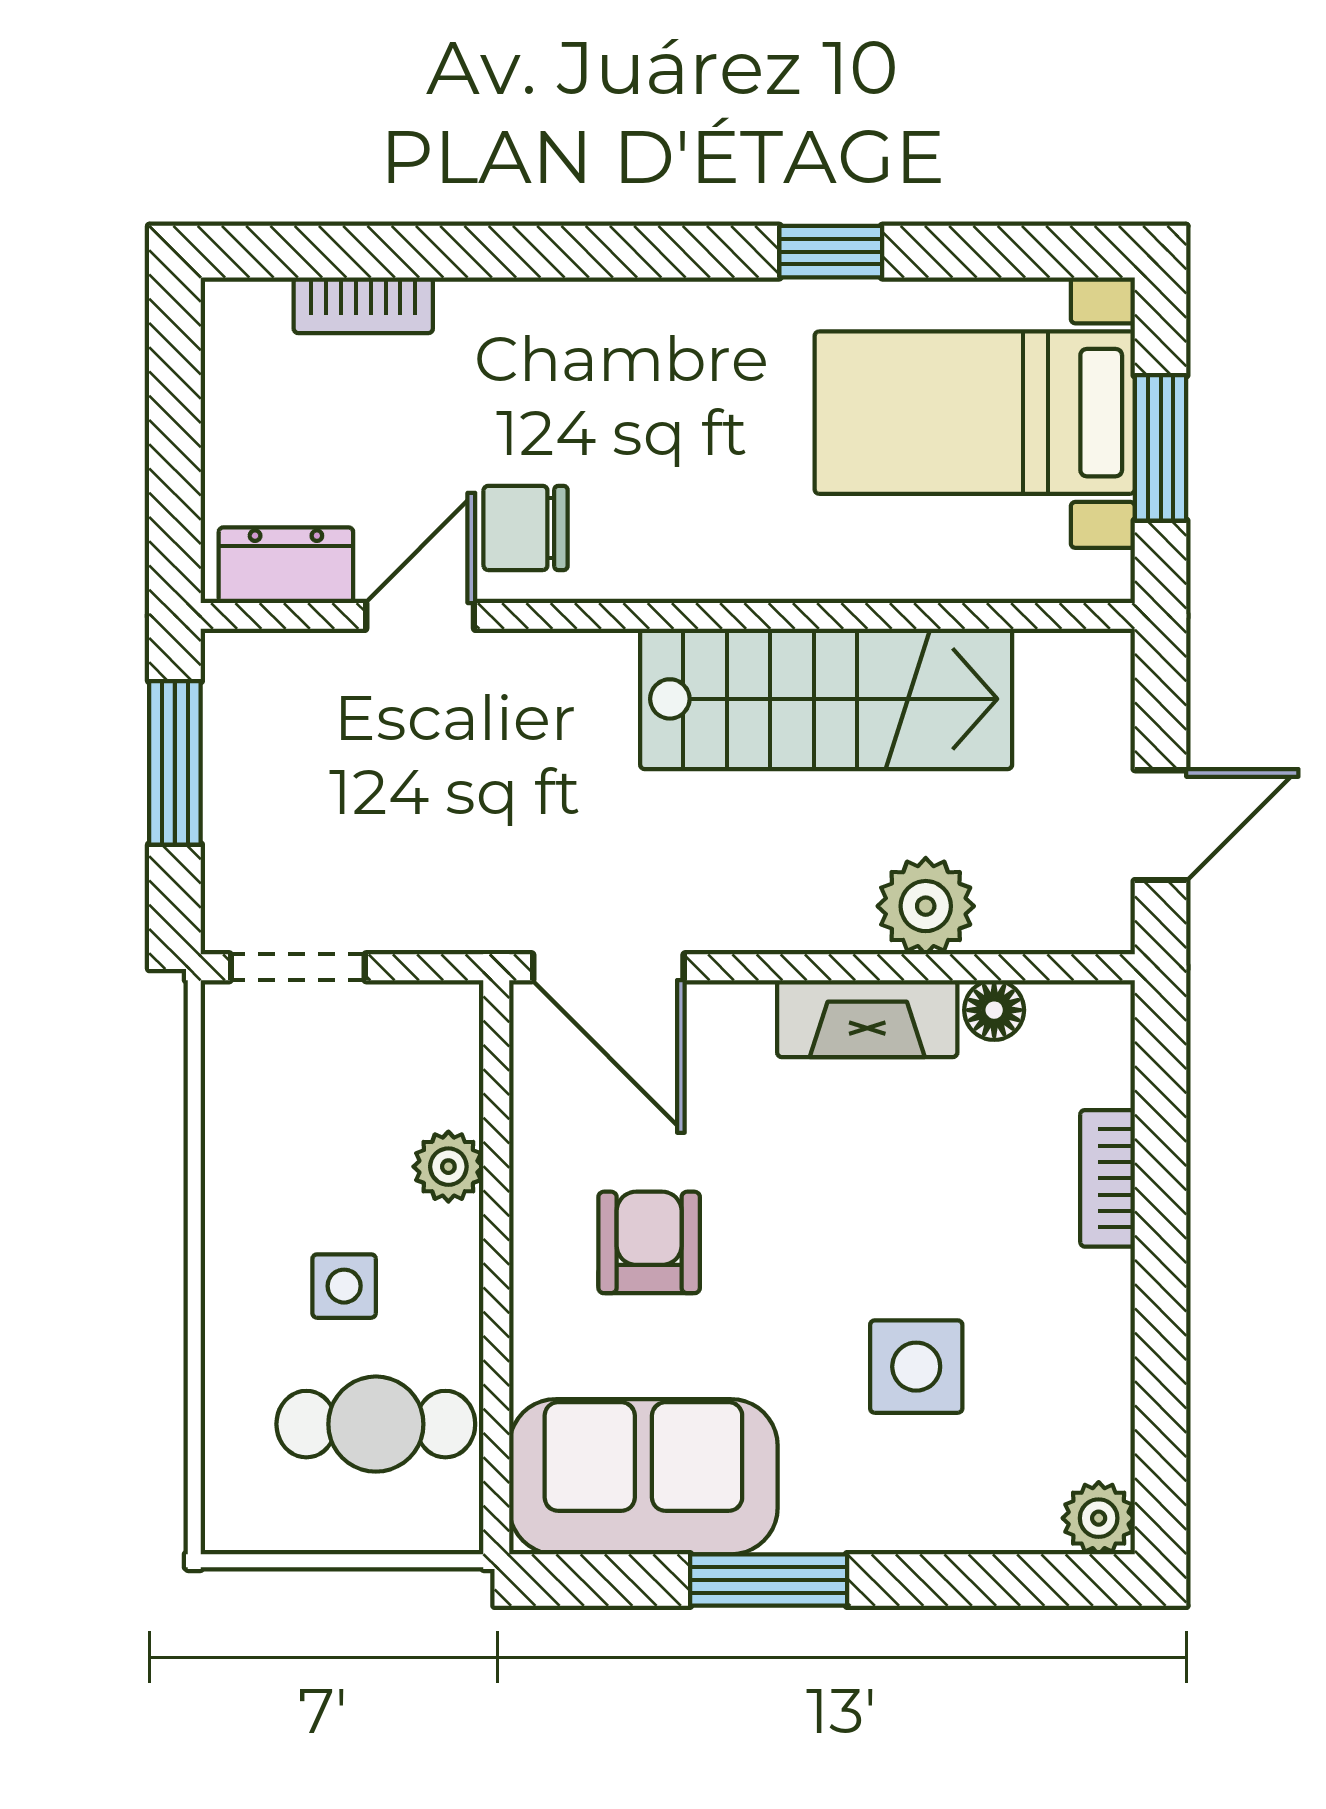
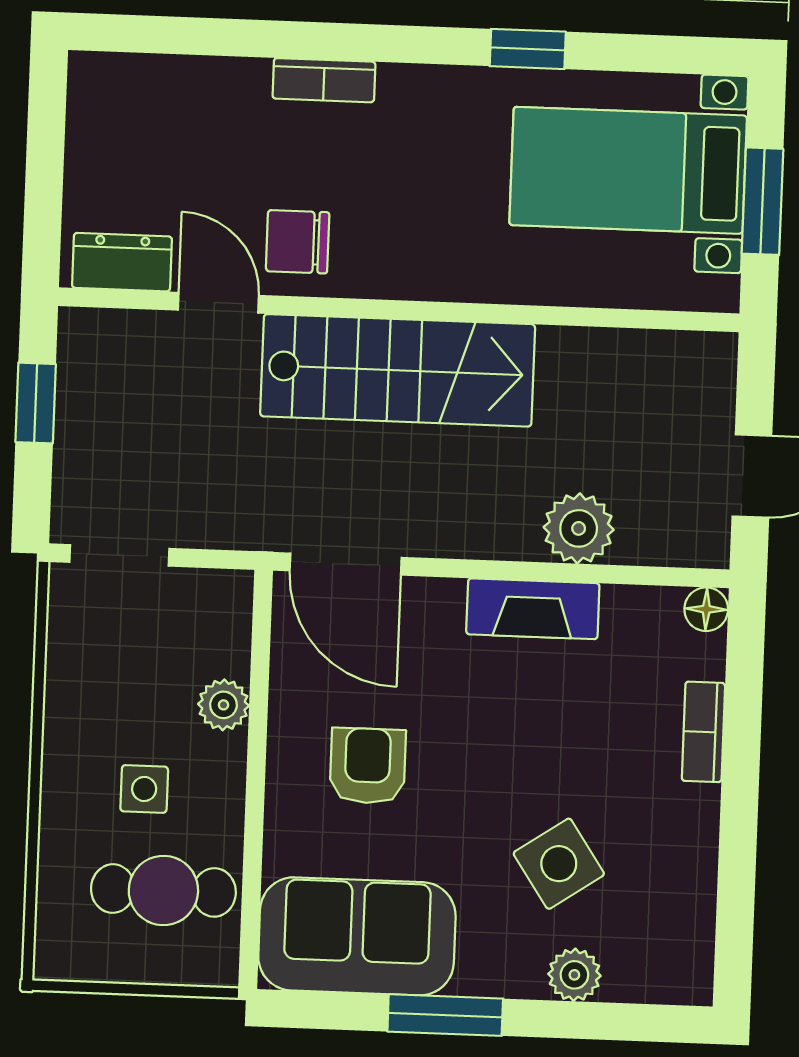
bookcase: (363, 305) -> (324, 80), moved
door: (420, 616) -> (218, 303), hinge flipped
stairs: (826, 699) -> (398, 370), moved
window: (175, 763) -> (36, 403), width x0.67
floor lamp: (994, 1010) -> (706, 609), moved
side table: (916, 1367) -> (559, 864), turned -34
plant: (1099, 1518) -> (574, 975), moved

